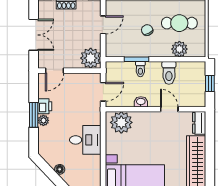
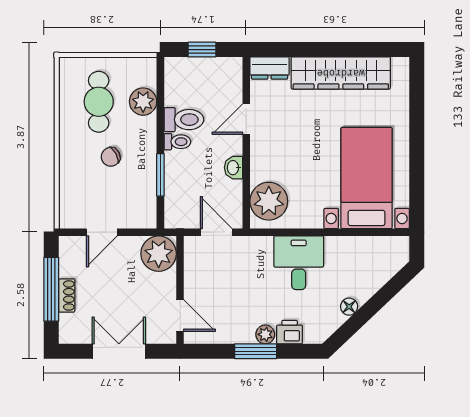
door: (103, 25) -> (102, 232), swing flipped
toilet: (140, 69) -> (177, 142), moved
printer: (45, 106) -> (290, 332), moved

